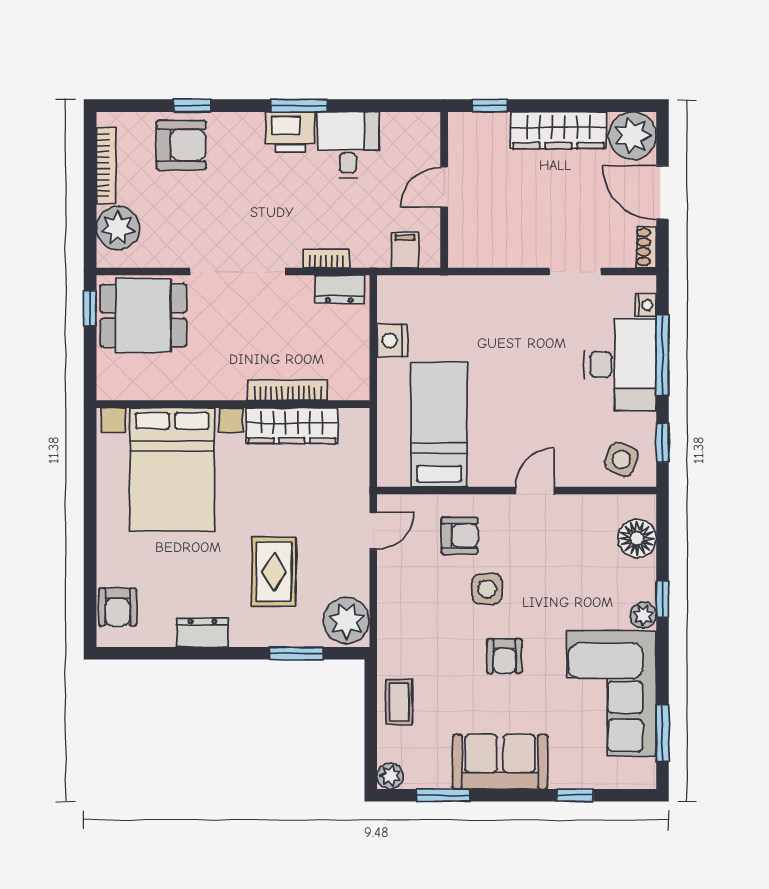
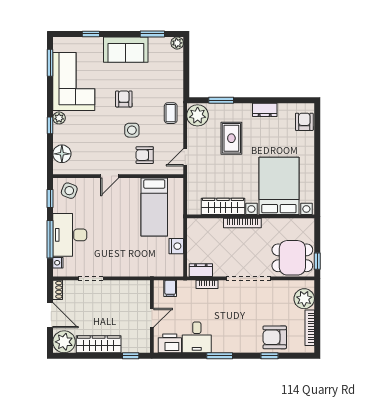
printer: (290, 132) -> (170, 343), moved
bookcase: (288, 390) -> (242, 223), moved
coffee table: (399, 702) -> (171, 113), moved

